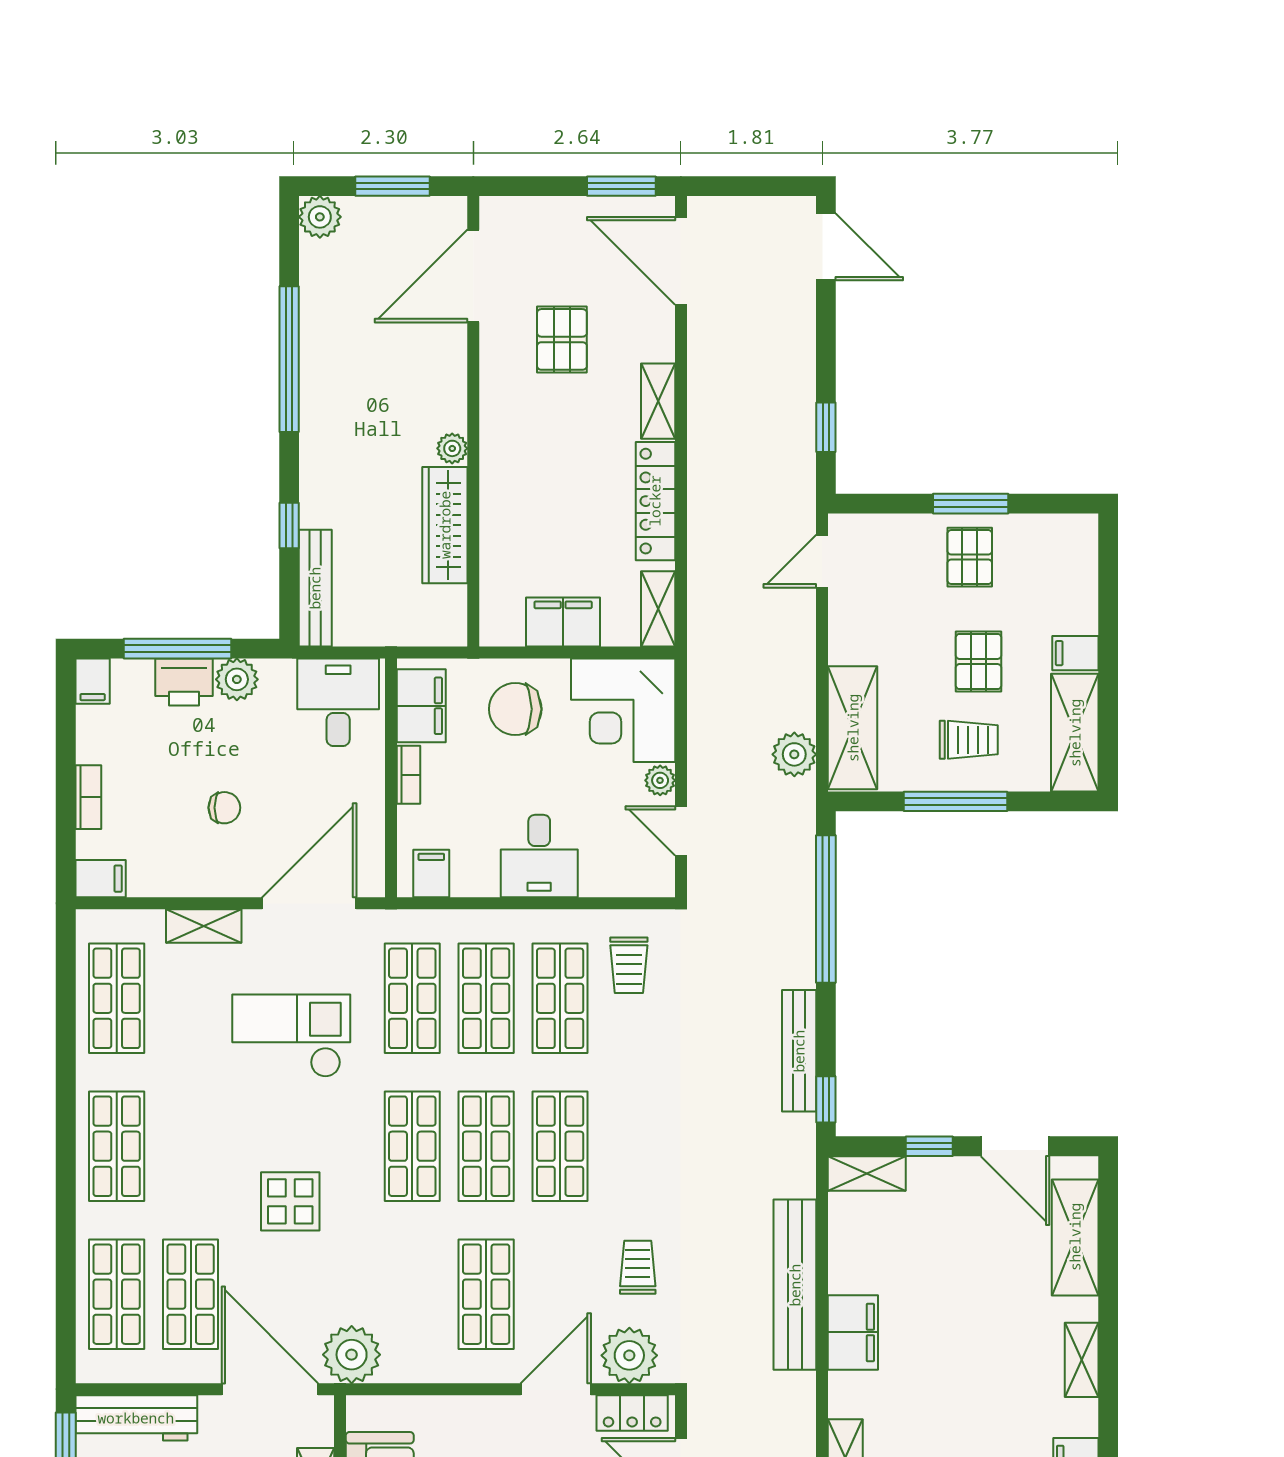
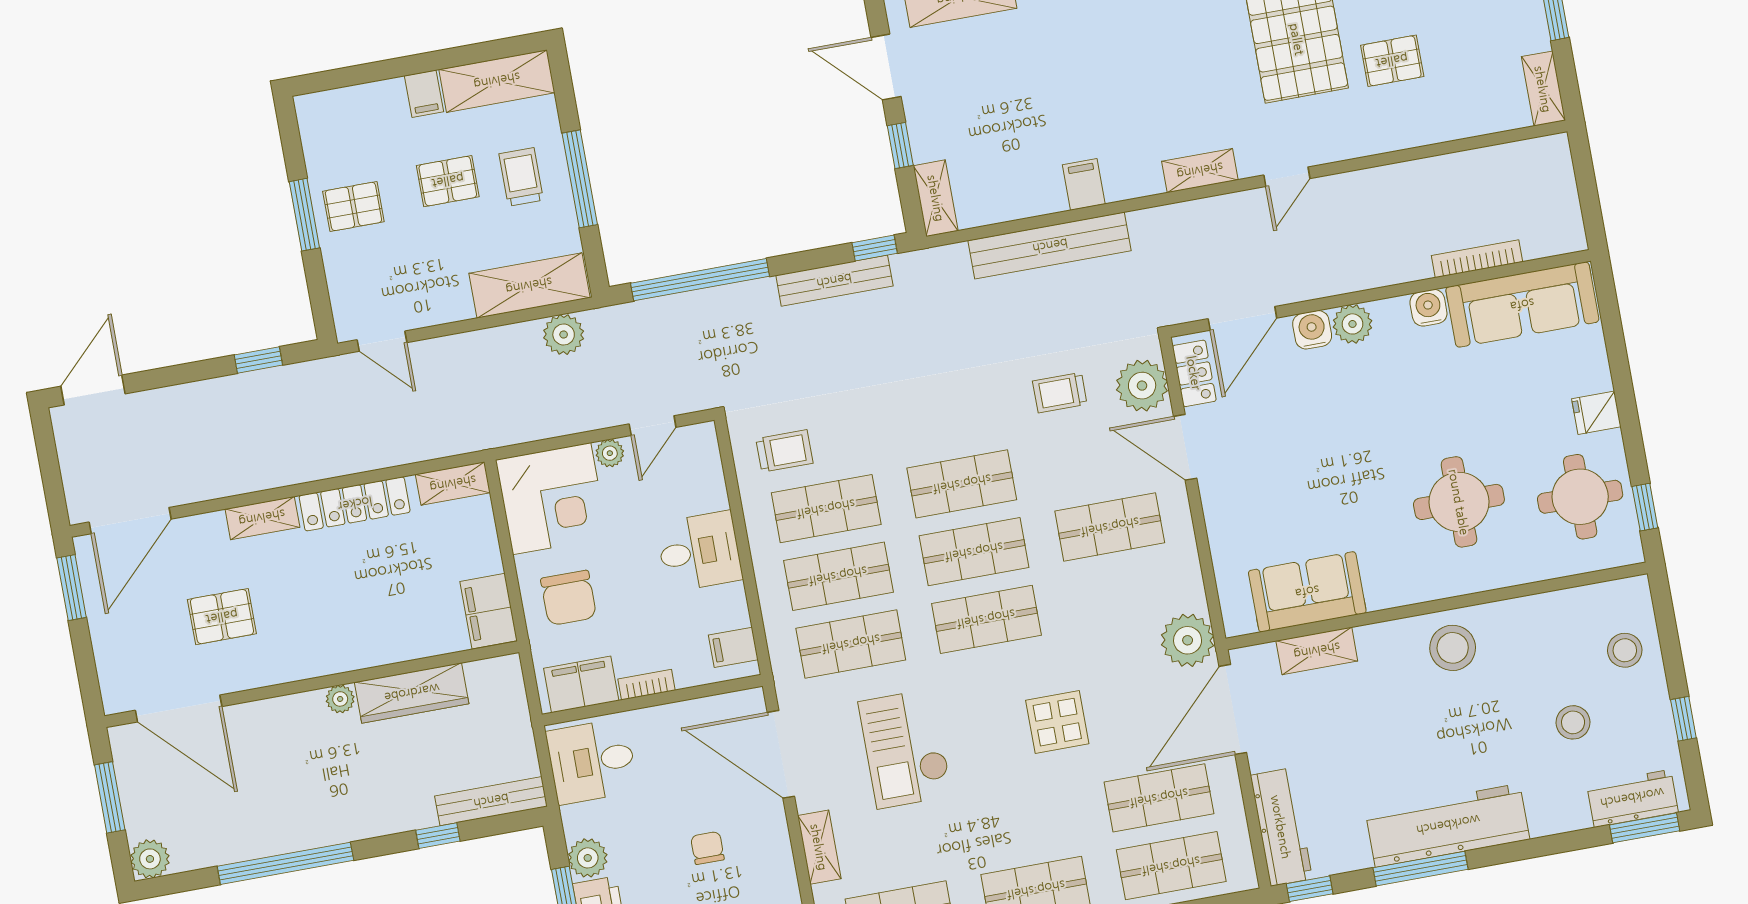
filing cabinet: (563, 622) -> (489, 611), moved
door: (1015, 1146) -> (886, 67), swing flipped
filing cabinet: (853, 1332) -> (1084, 184), width x0.50

